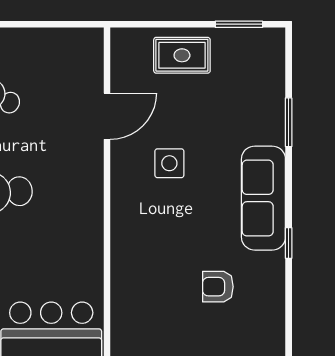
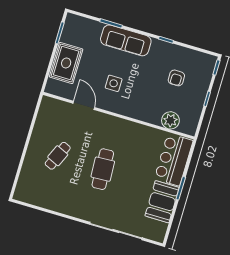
rug: (182, 55) -> (66, 63), width x1.36, depth x1.43
sofa: (263, 198) -> (126, 40), moved
plant: (129, 300) -> (170, 120), added

